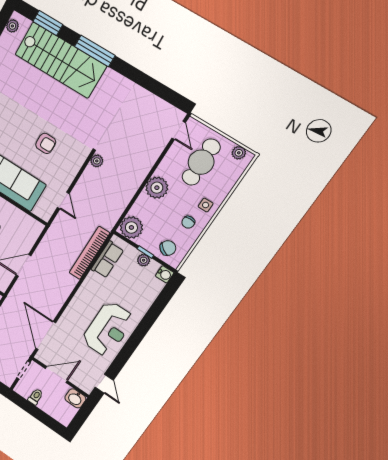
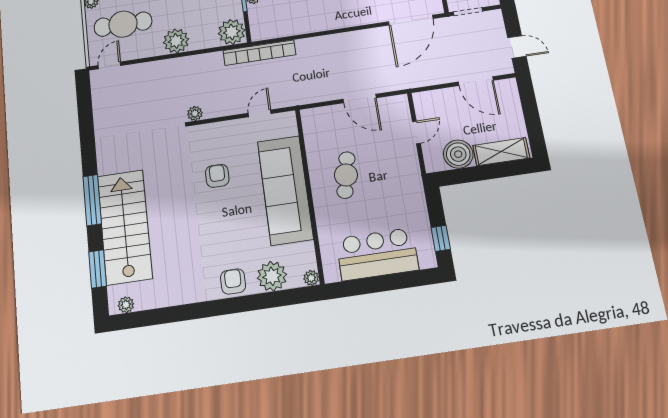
bookcase: (89, 253) -> (259, 53), moved
row of seats: (107, 260) -> (281, 27), removed

